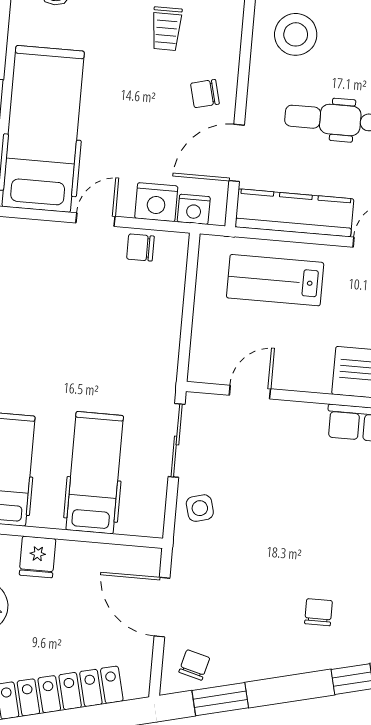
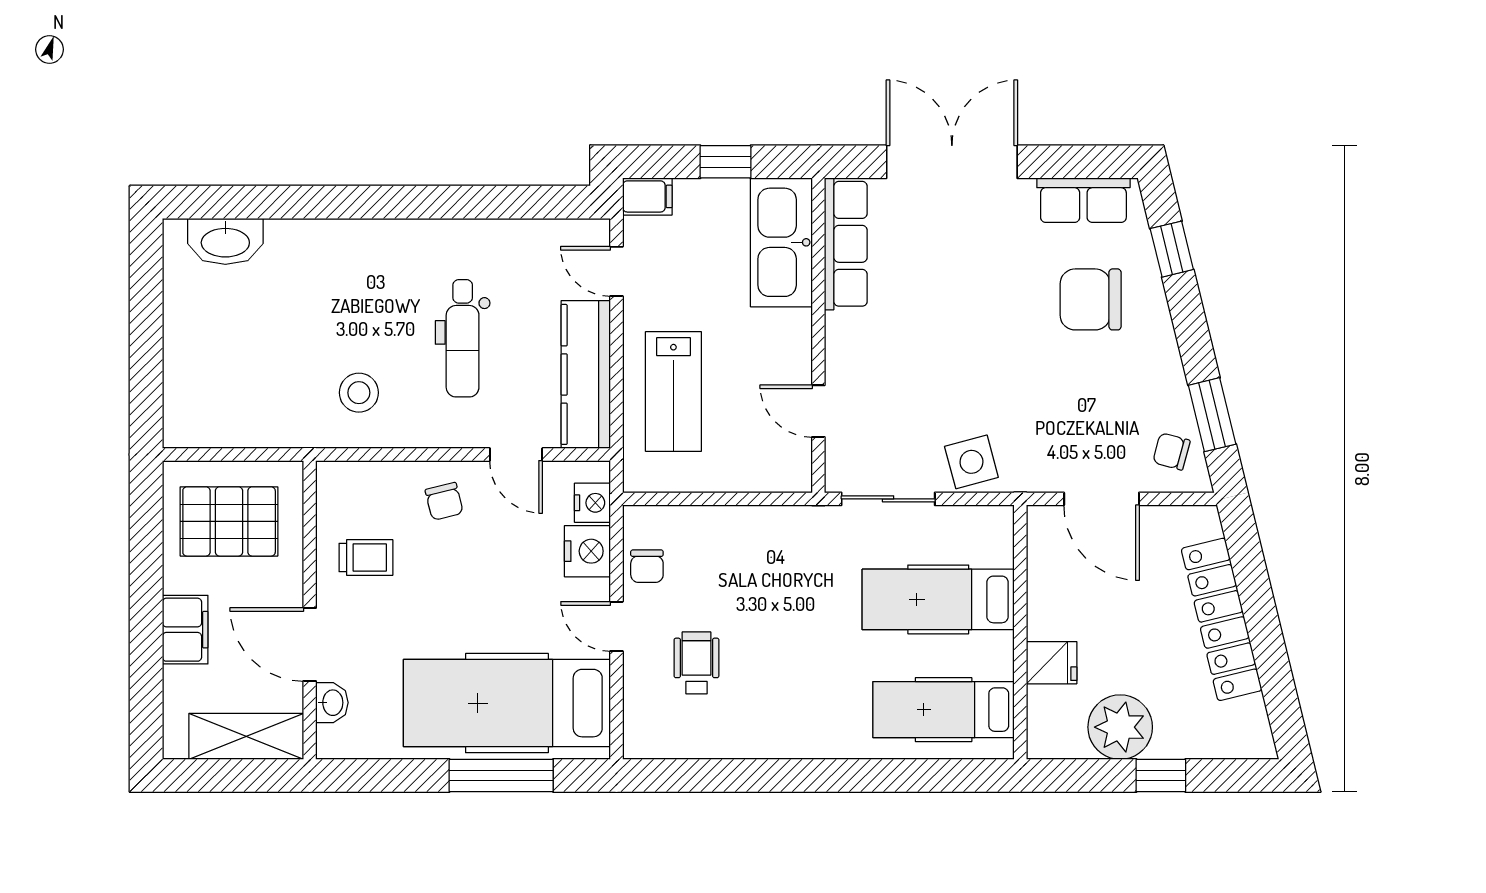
stool: (296, 34) -> (359, 393), width x0.73, depth x0.73
door: (237, 153) -> (516, 454), width x0.73
wheelchair: (62, 280) -> (696, 663), added
side table: (200, 508) -> (971, 462), width x1.37, depth x1.37
door: (162, 607) -> (1102, 499), hinge flipped
chair: (318, 612) -> (1091, 299), width x1.87, depth x1.87

